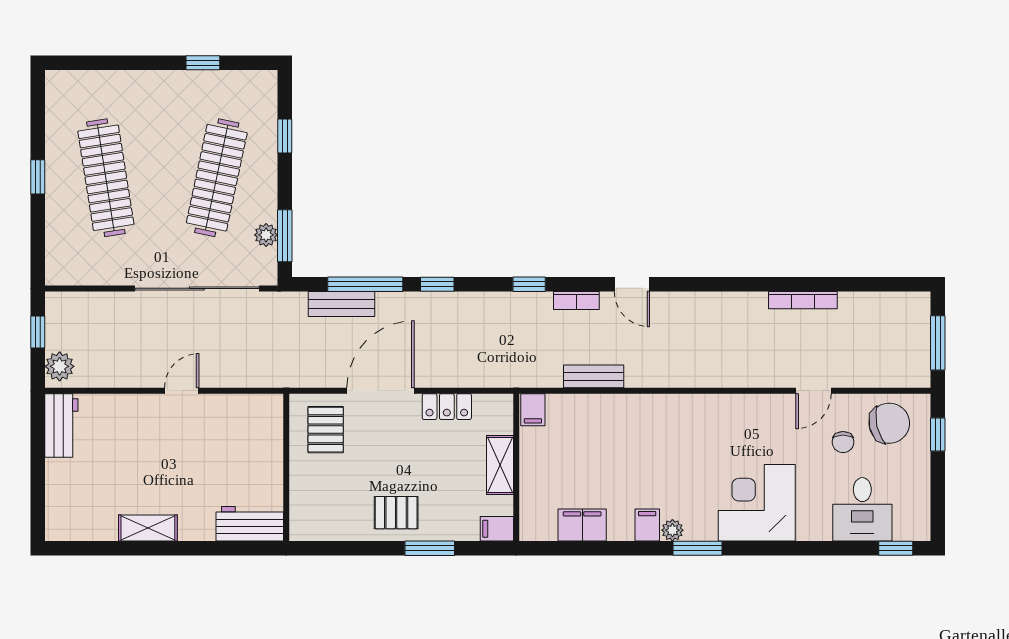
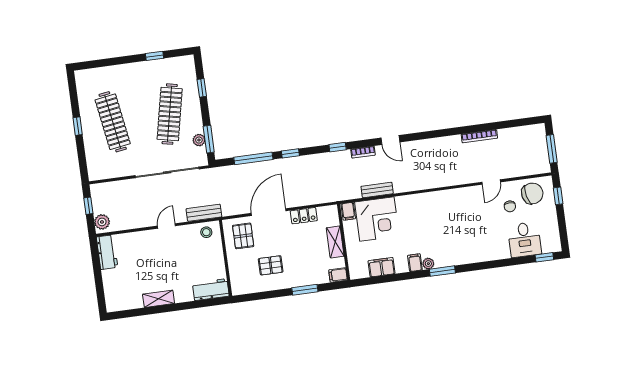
bench: (342, 304) -> (204, 213), moved
stool: (256, 413) -> (206, 232), added
corner desk: (757, 503) -> (377, 219), moved, turned 180
pallet: (396, 513) -> (271, 265), moved

